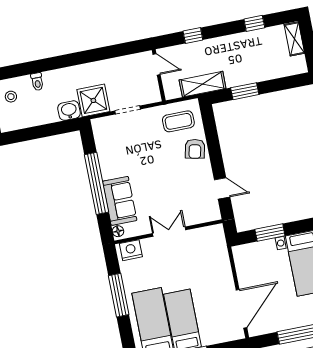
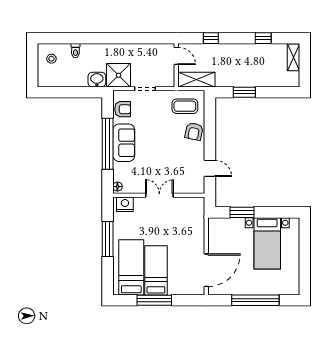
shelving: (203, 84) -> (196, 80), moved
armchair: (106, 139) -> (123, 109), added
sofa: (120, 201) -> (124, 143), moved

